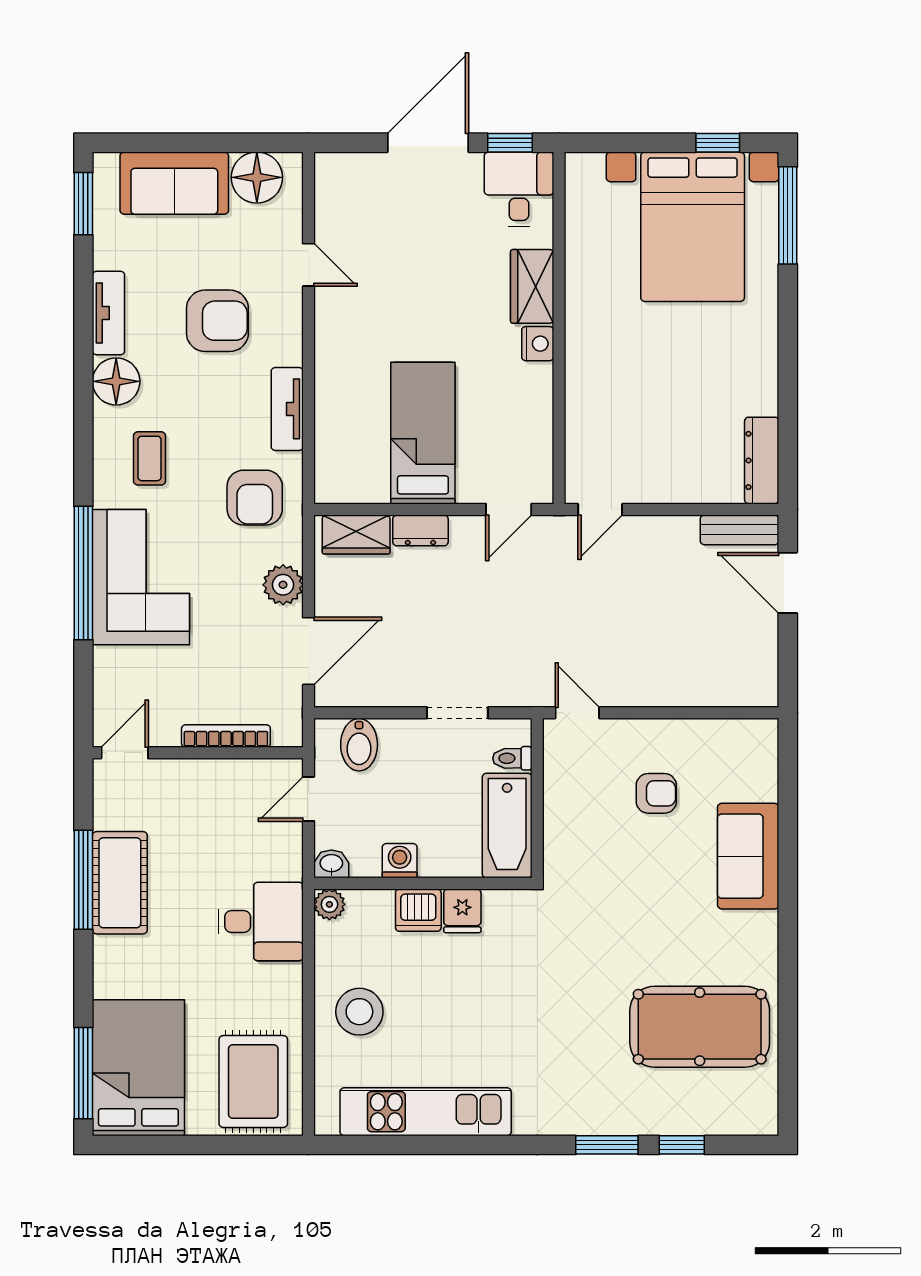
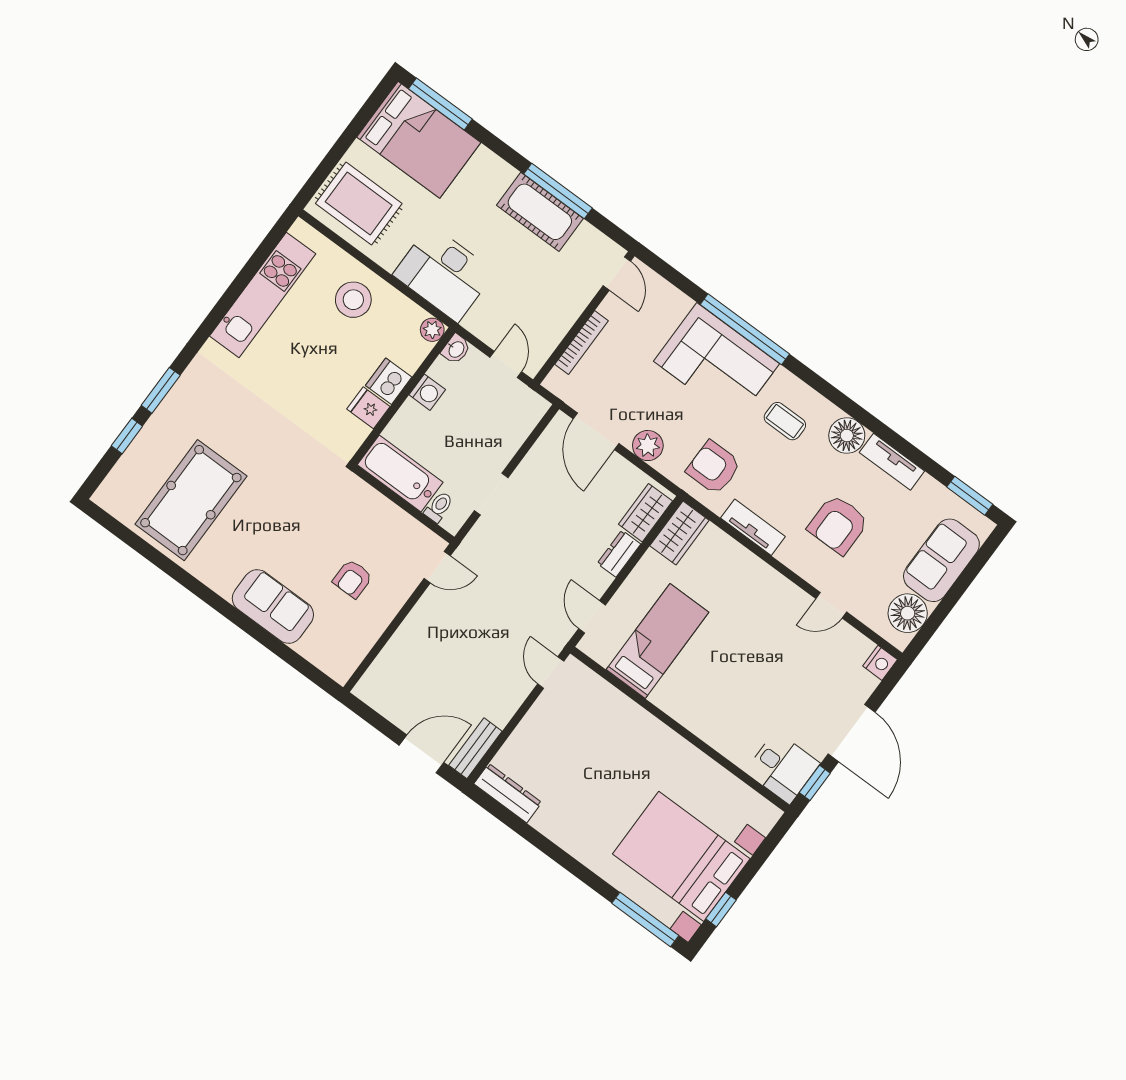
wardrobe: (532, 286) -> (679, 533), moved, turned 90
nightstand: (538, 344) -> (880, 663), moved, turned -90
bed: (423, 433) -> (658, 641), moved, turned -90
bidet: (359, 745) -> (516, 420), removed
desk: (261, 921) -> (444, 273), width x1.37

